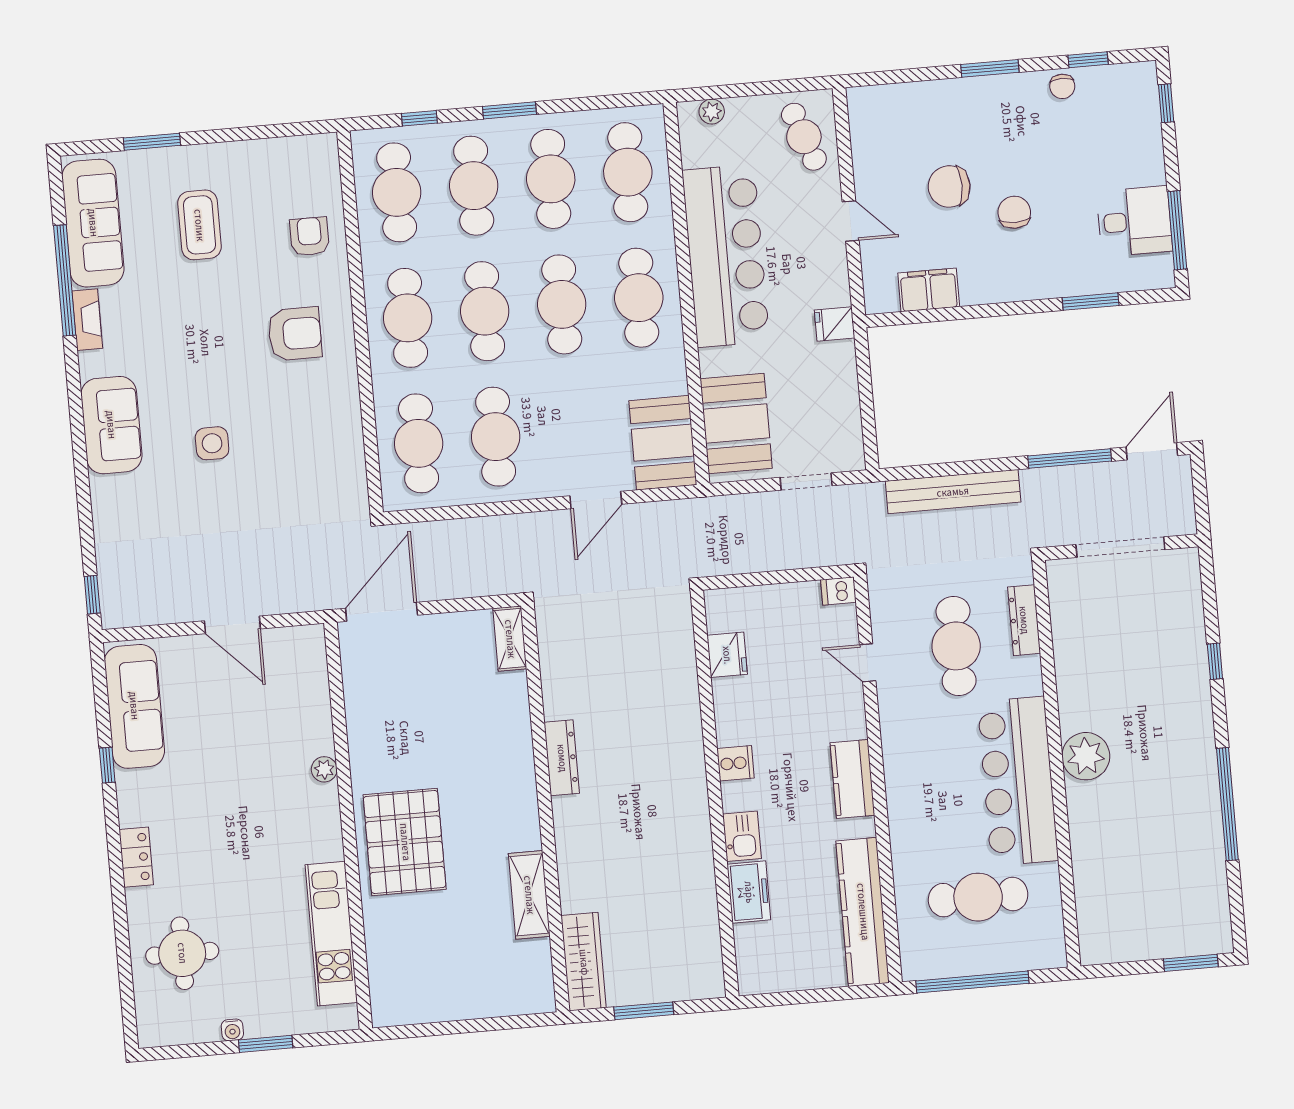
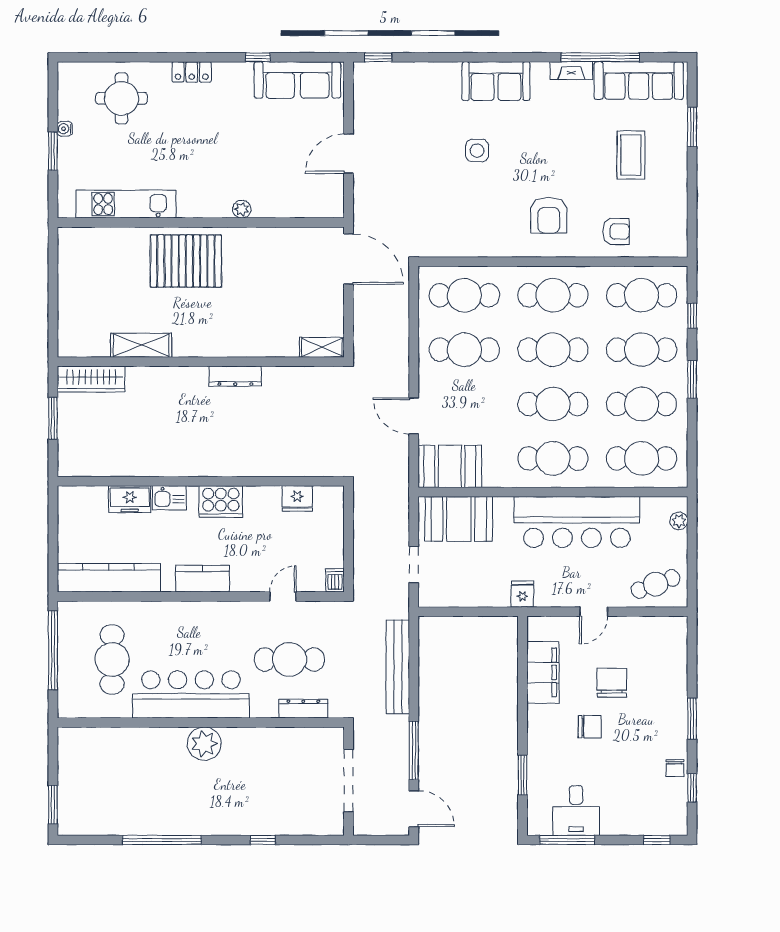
chair: (1062, 86) -> (675, 768), turned -90
coffee table: (199, 225) -> (631, 155), turned 90
filing cabinet: (929, 290) -> (543, 672), width x1.50, depth x1.17
cooker: (736, 763) -> (221, 502), width x1.87, depth x1.31

